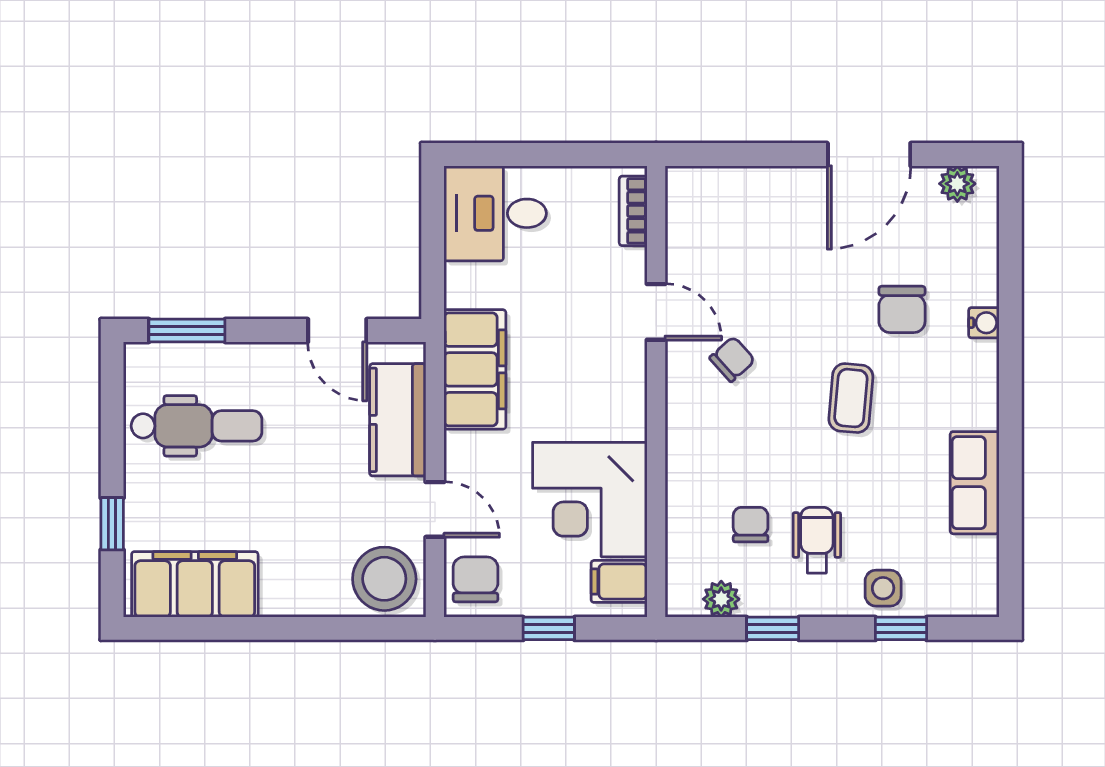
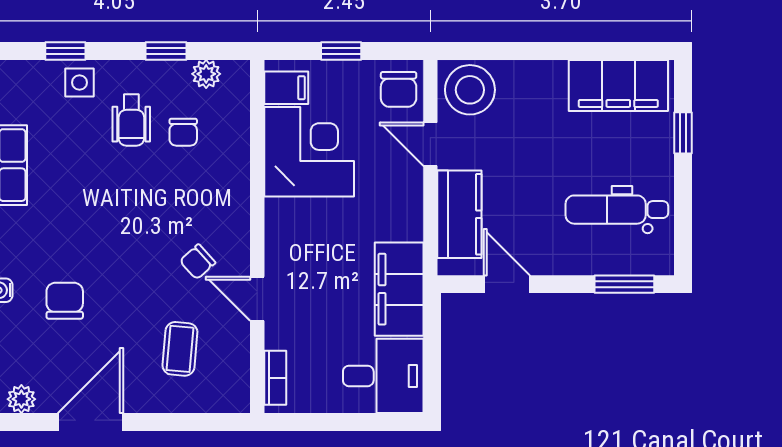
filing cabinet: (475, 369) -> (399, 289), moved
coffee table: (851, 398) -> (180, 349), moved

